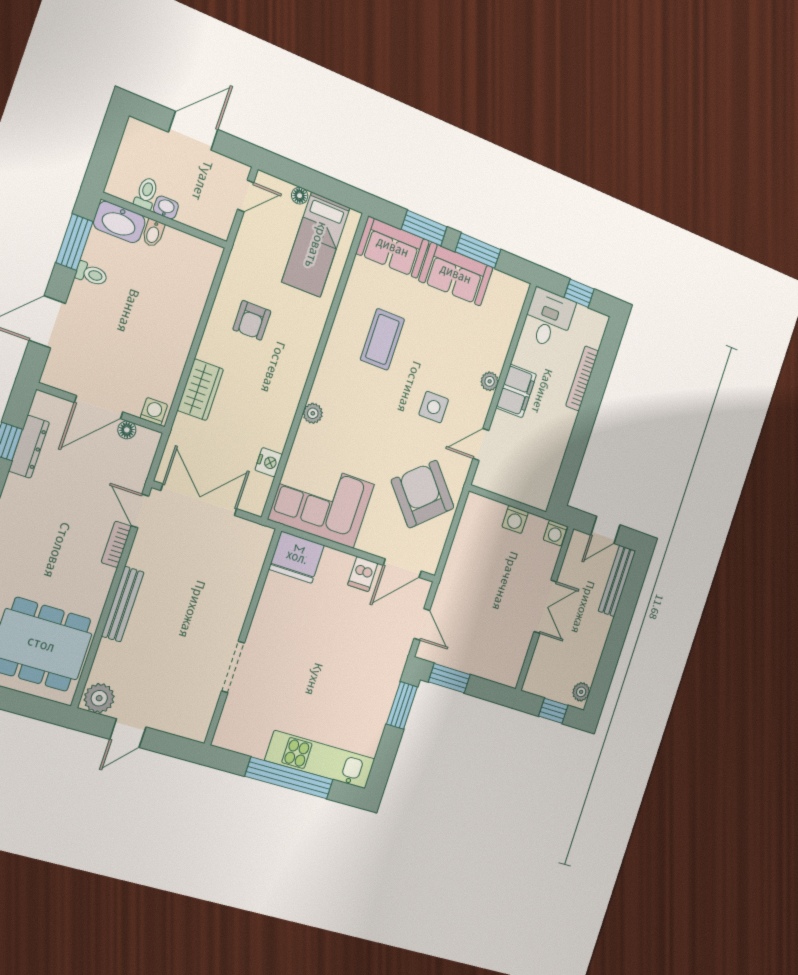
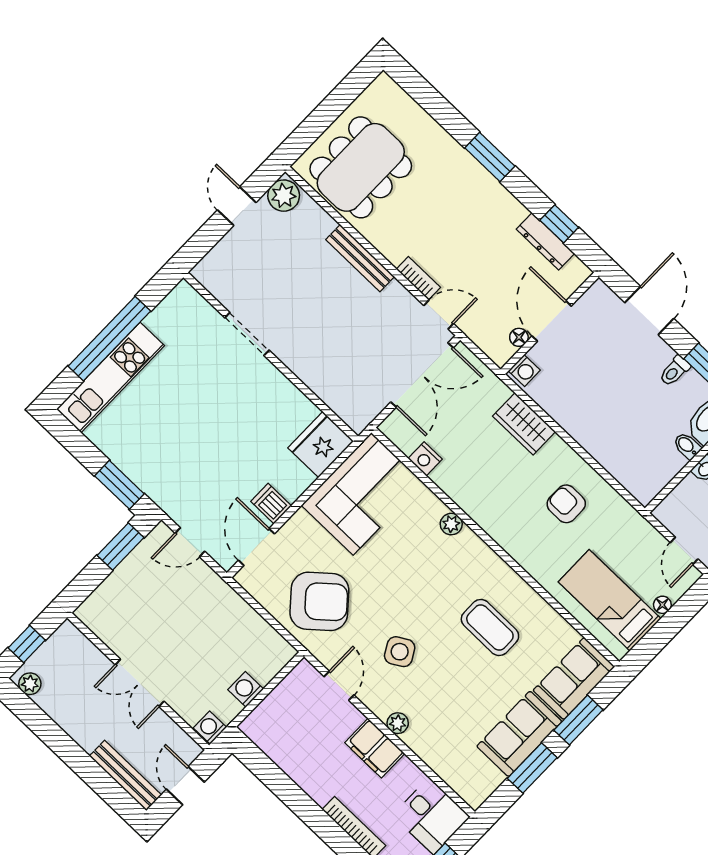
side table: (434, 407) -> (400, 652), turned -30

